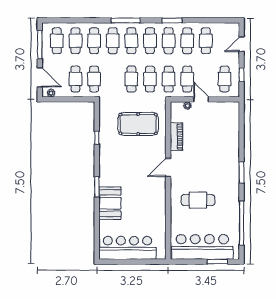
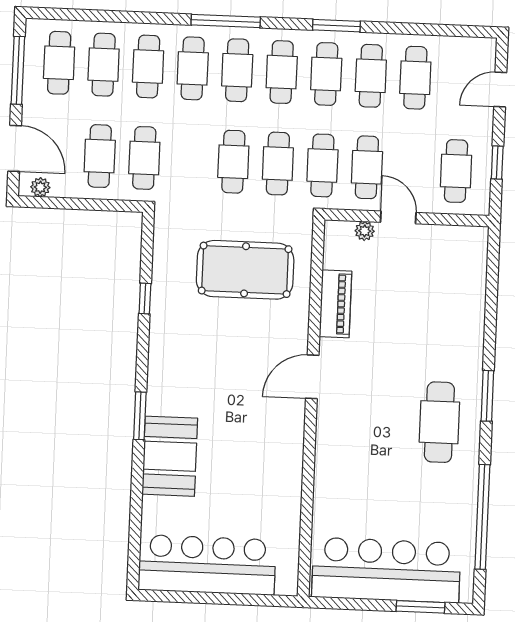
cafe table: (198, 200) -> (439, 422), moved, turned 90

